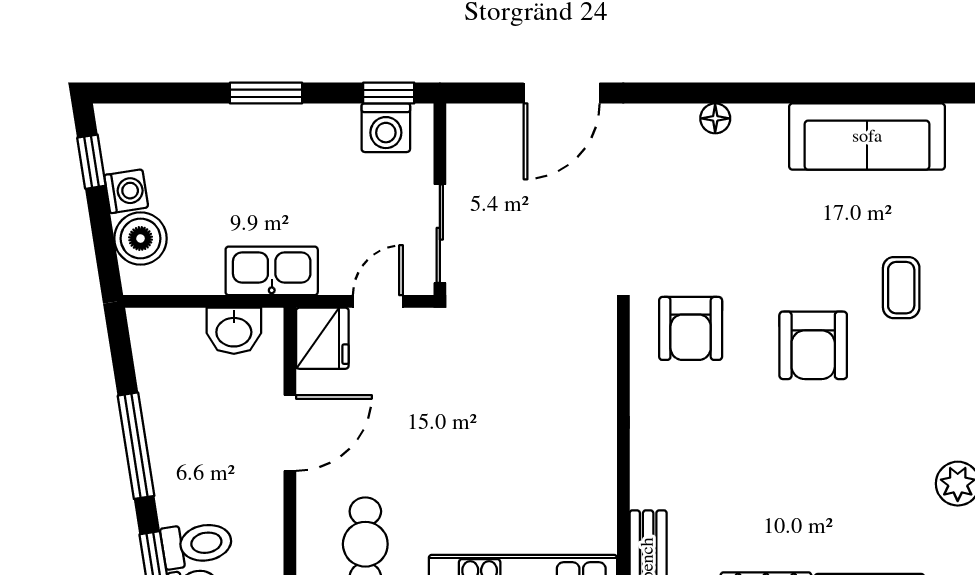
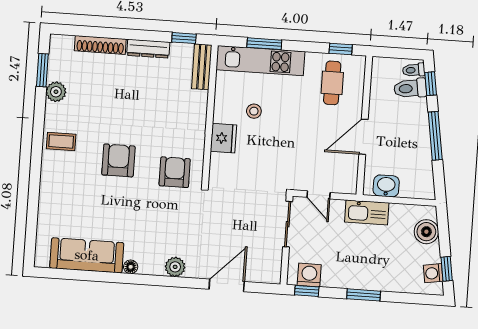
floor lamp: (715, 118) -> (131, 267), moved
plant: (675, 125) -> (175, 267), added
washing machine: (126, 191) -> (433, 273), moved
coffee table: (901, 288) -> (61, 141), moved, turned 90
door: (378, 301) -> (319, 195), hinge flipped
fridge: (322, 338) -> (223, 138), moved, turned 180
stool: (529, 472) -> (254, 111), added

